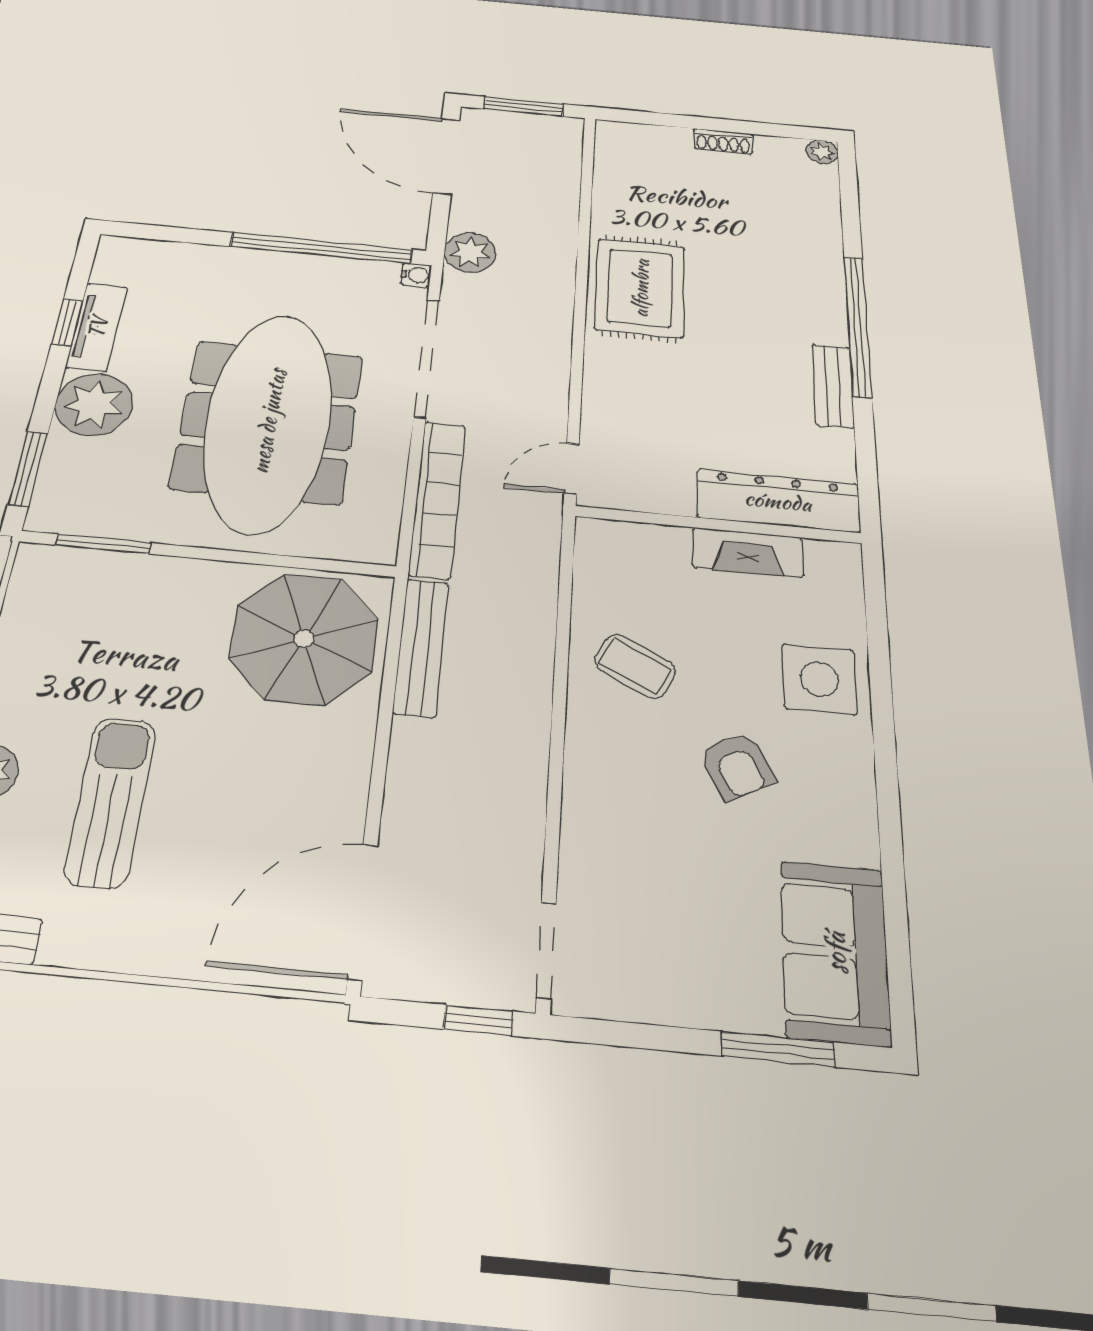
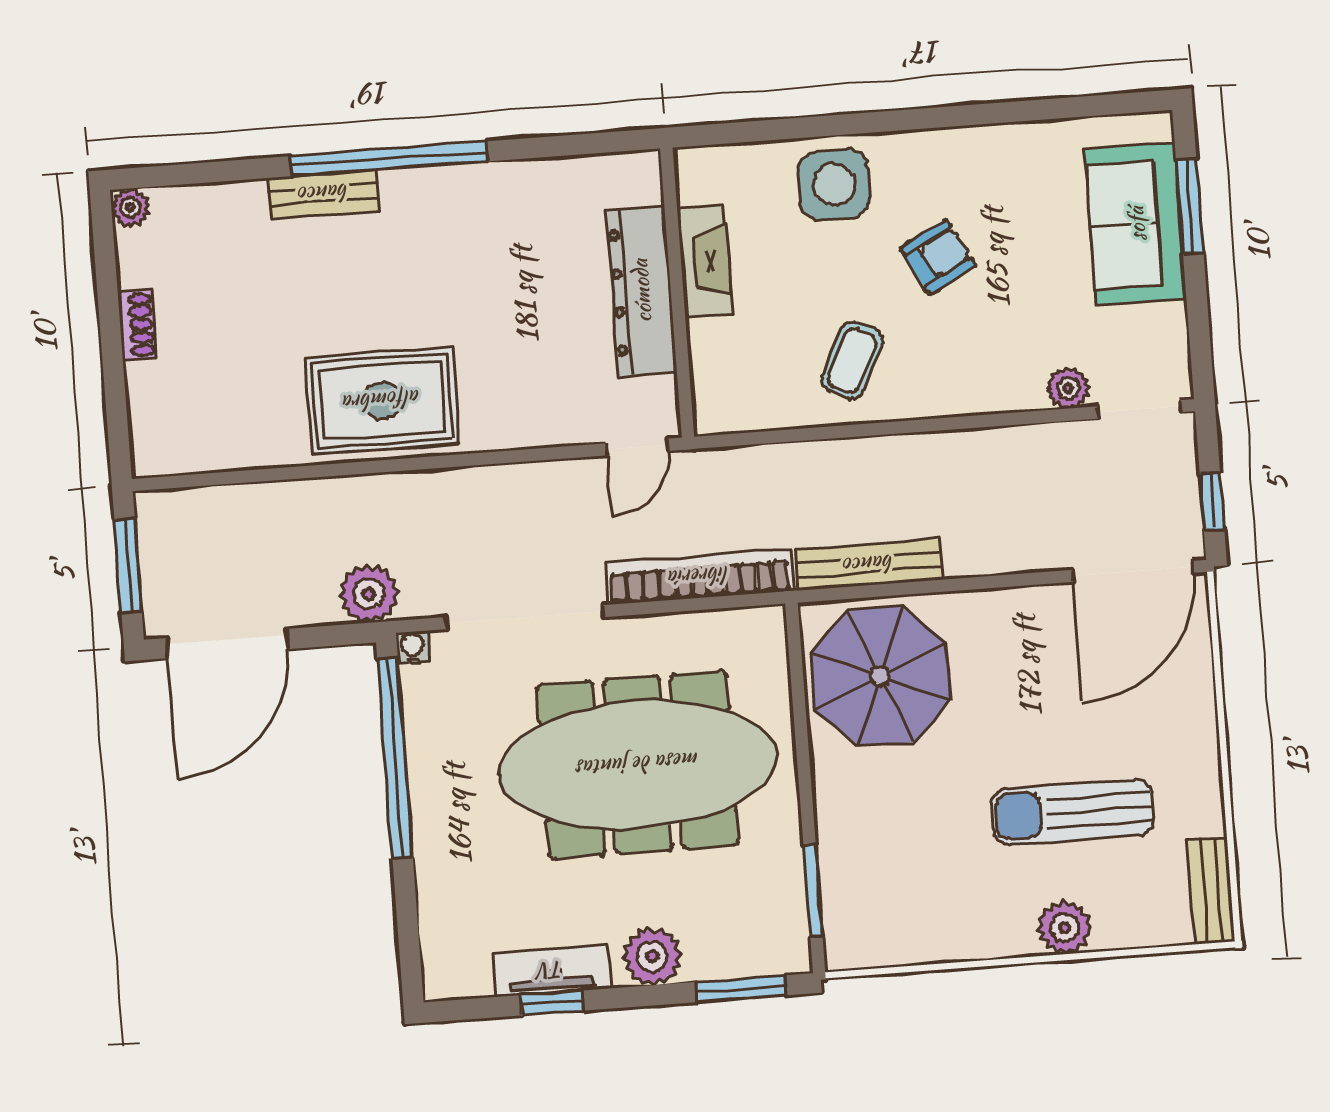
bench: (833, 386) -> (324, 194), moved
plant: (94, 404) -> (652, 956), width x0.73, depth x0.73
door: (572, 469) -> (637, 447), hinge flipped
dresser: (778, 501) -> (641, 291), moved
plant: (580, 876) -> (1068, 388), added
door: (363, 911) -> (1133, 571), hinge flipped
sofa: (835, 952) -> (1136, 224), moved, turned 90
window: (478, 1020) -> (1212, 501), moved

